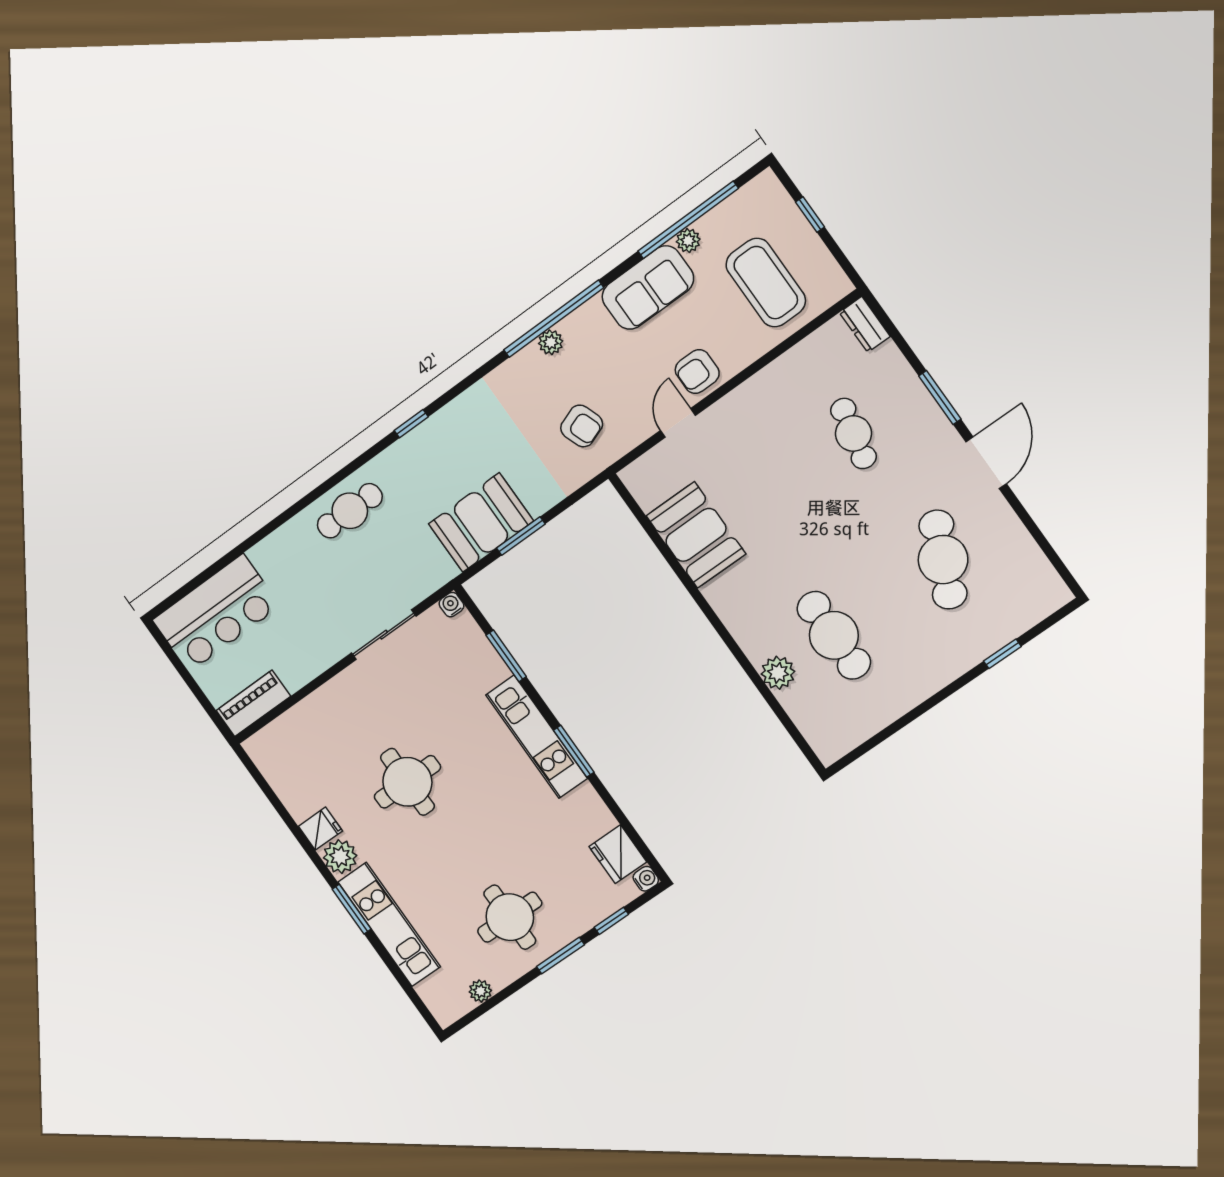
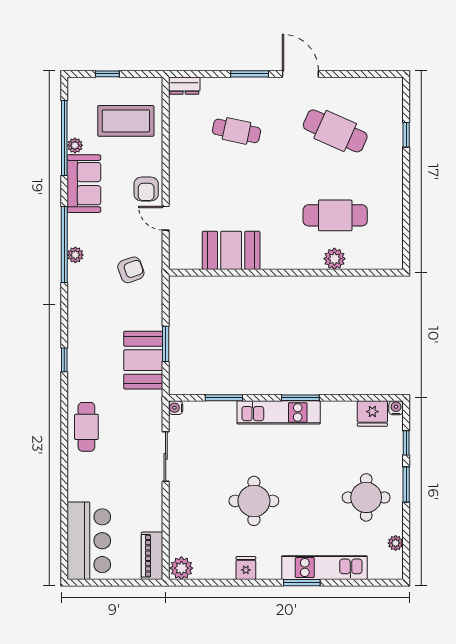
plant: (340, 857) -> (181, 568), moved

